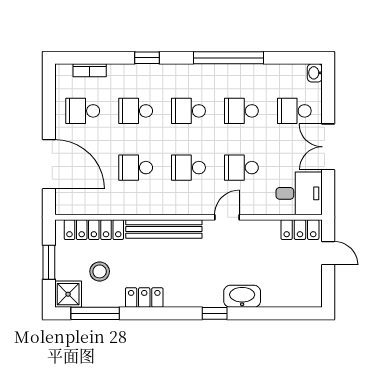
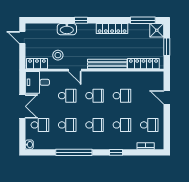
door: (49, 164) -> (167, 97), width x0.53
door: (227, 217) -> (75, 70), hinge flipped
door: (328, 253) -> (22, 38), moved
stool: (100, 271) -> (58, 55), moved
locker: (144, 298) -> (112, 28), width x1.53

